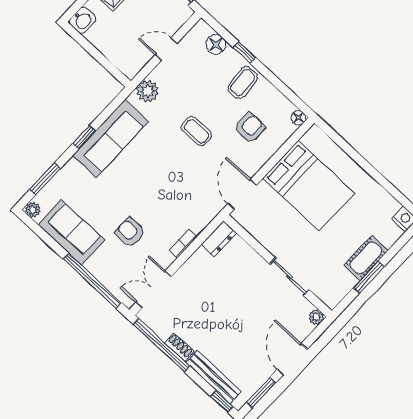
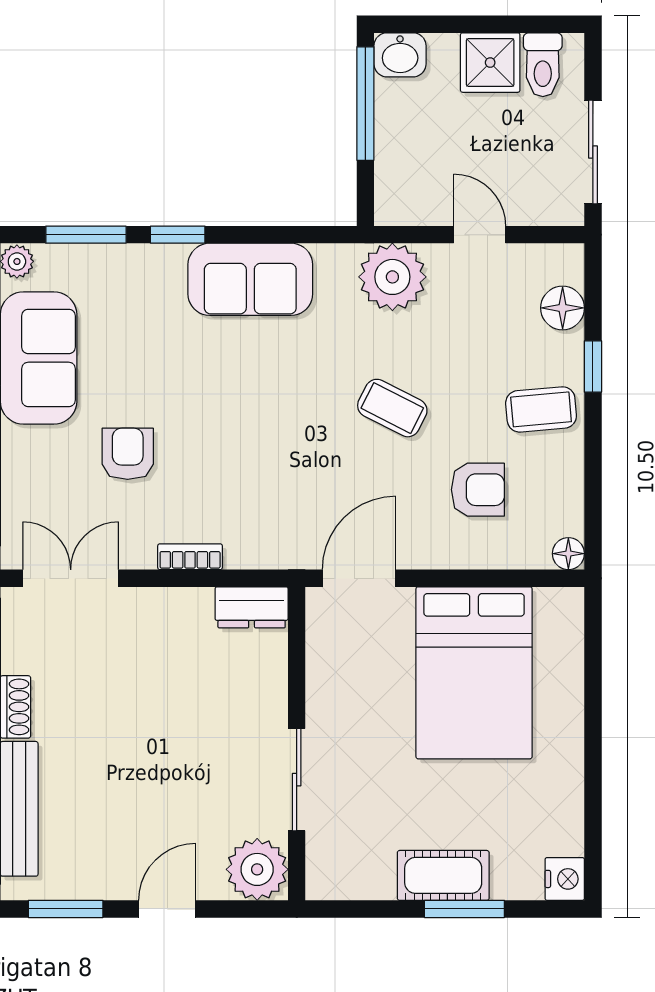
window: (88, 47) -> (365, 104), added
plant: (148, 91) -> (392, 277), width x1.36, depth x1.36
coffee table: (196, 131) -> (392, 408), turned -63
window: (84, 137) -> (178, 235), moved
sofa: (110, 138) -> (250, 279), width x0.73
window: (369, 277) -> (464, 909), moved
plant: (316, 317) -> (257, 869), width x1.87, depth x1.87
door: (292, 359) -> (167, 909), width x0.73

